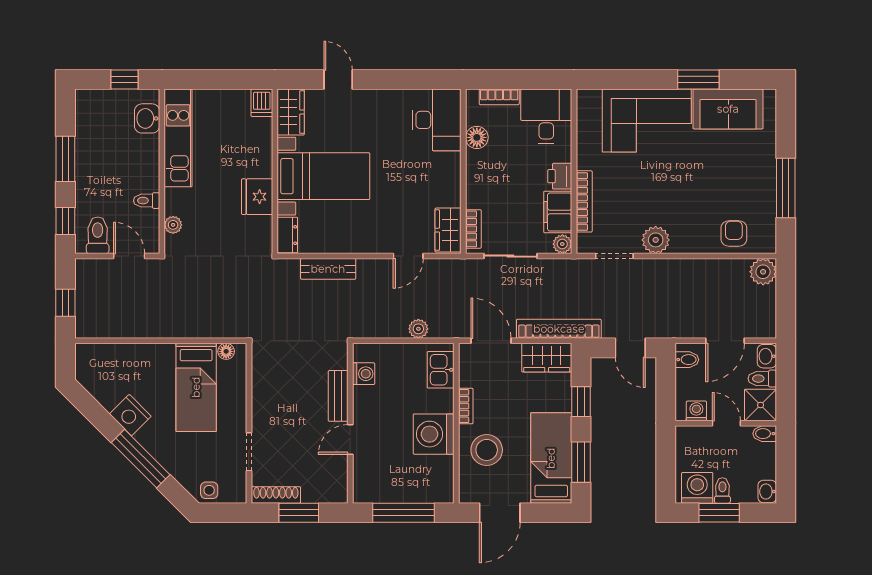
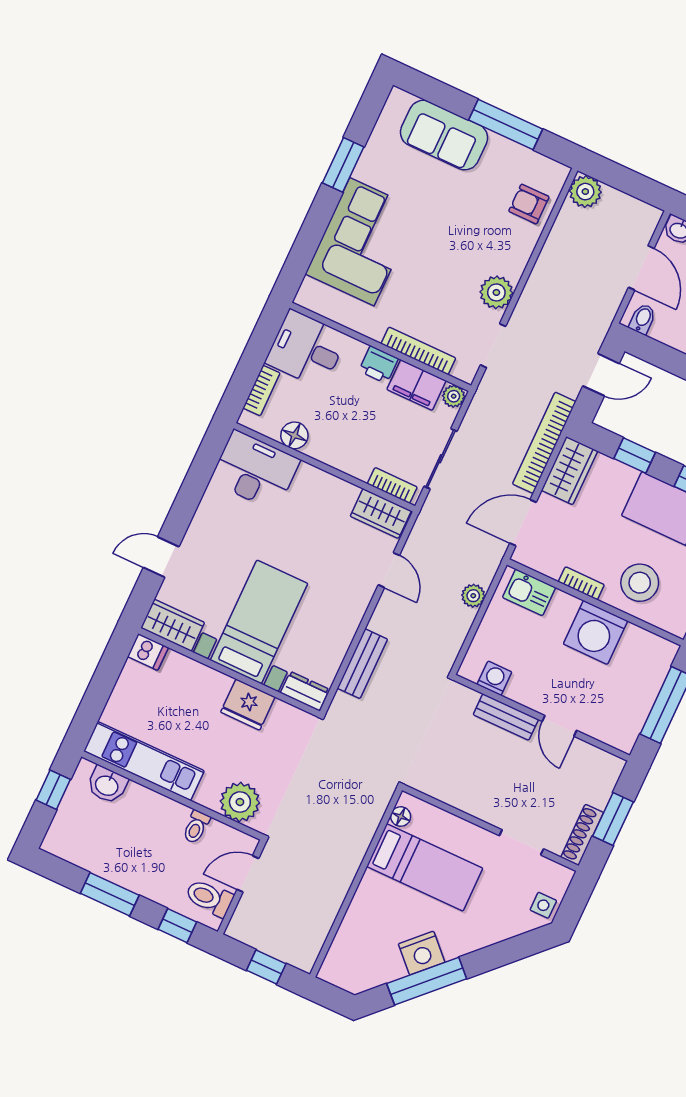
sofa: (728, 109) -> (444, 135), moved, turned 90
plant: (173, 225) -> (240, 802), width x1.88, depth x1.88
window: (141, 459) -> (427, 981), moved

